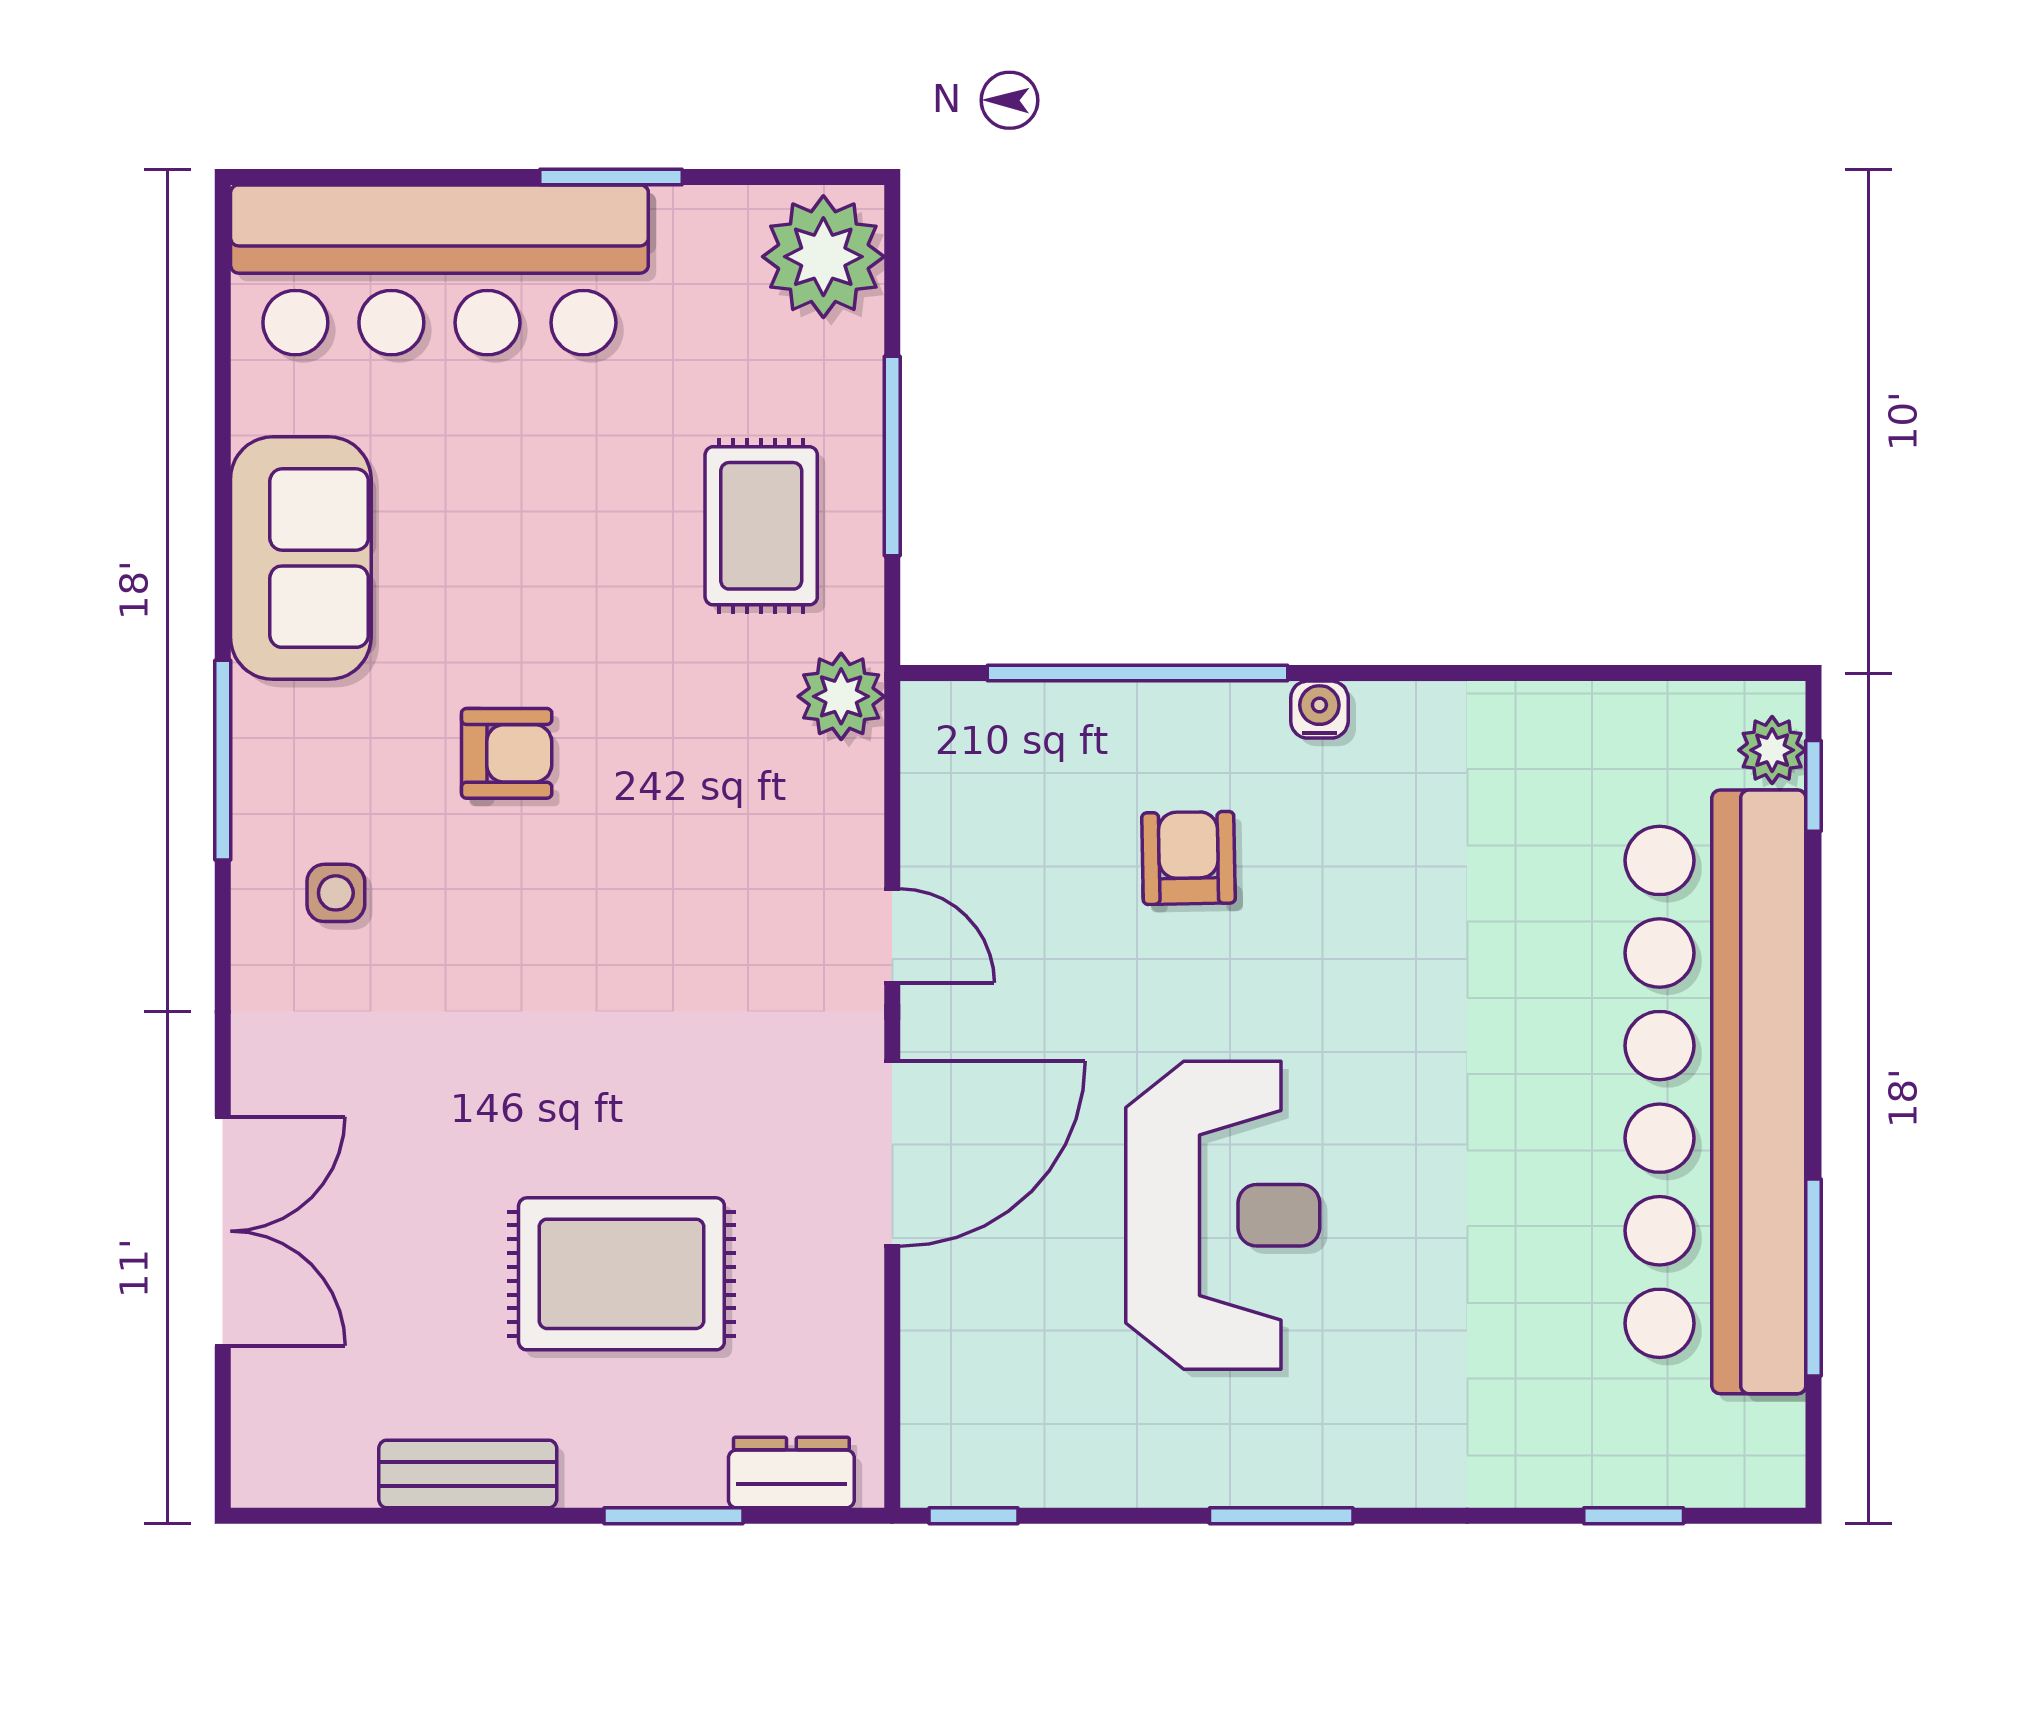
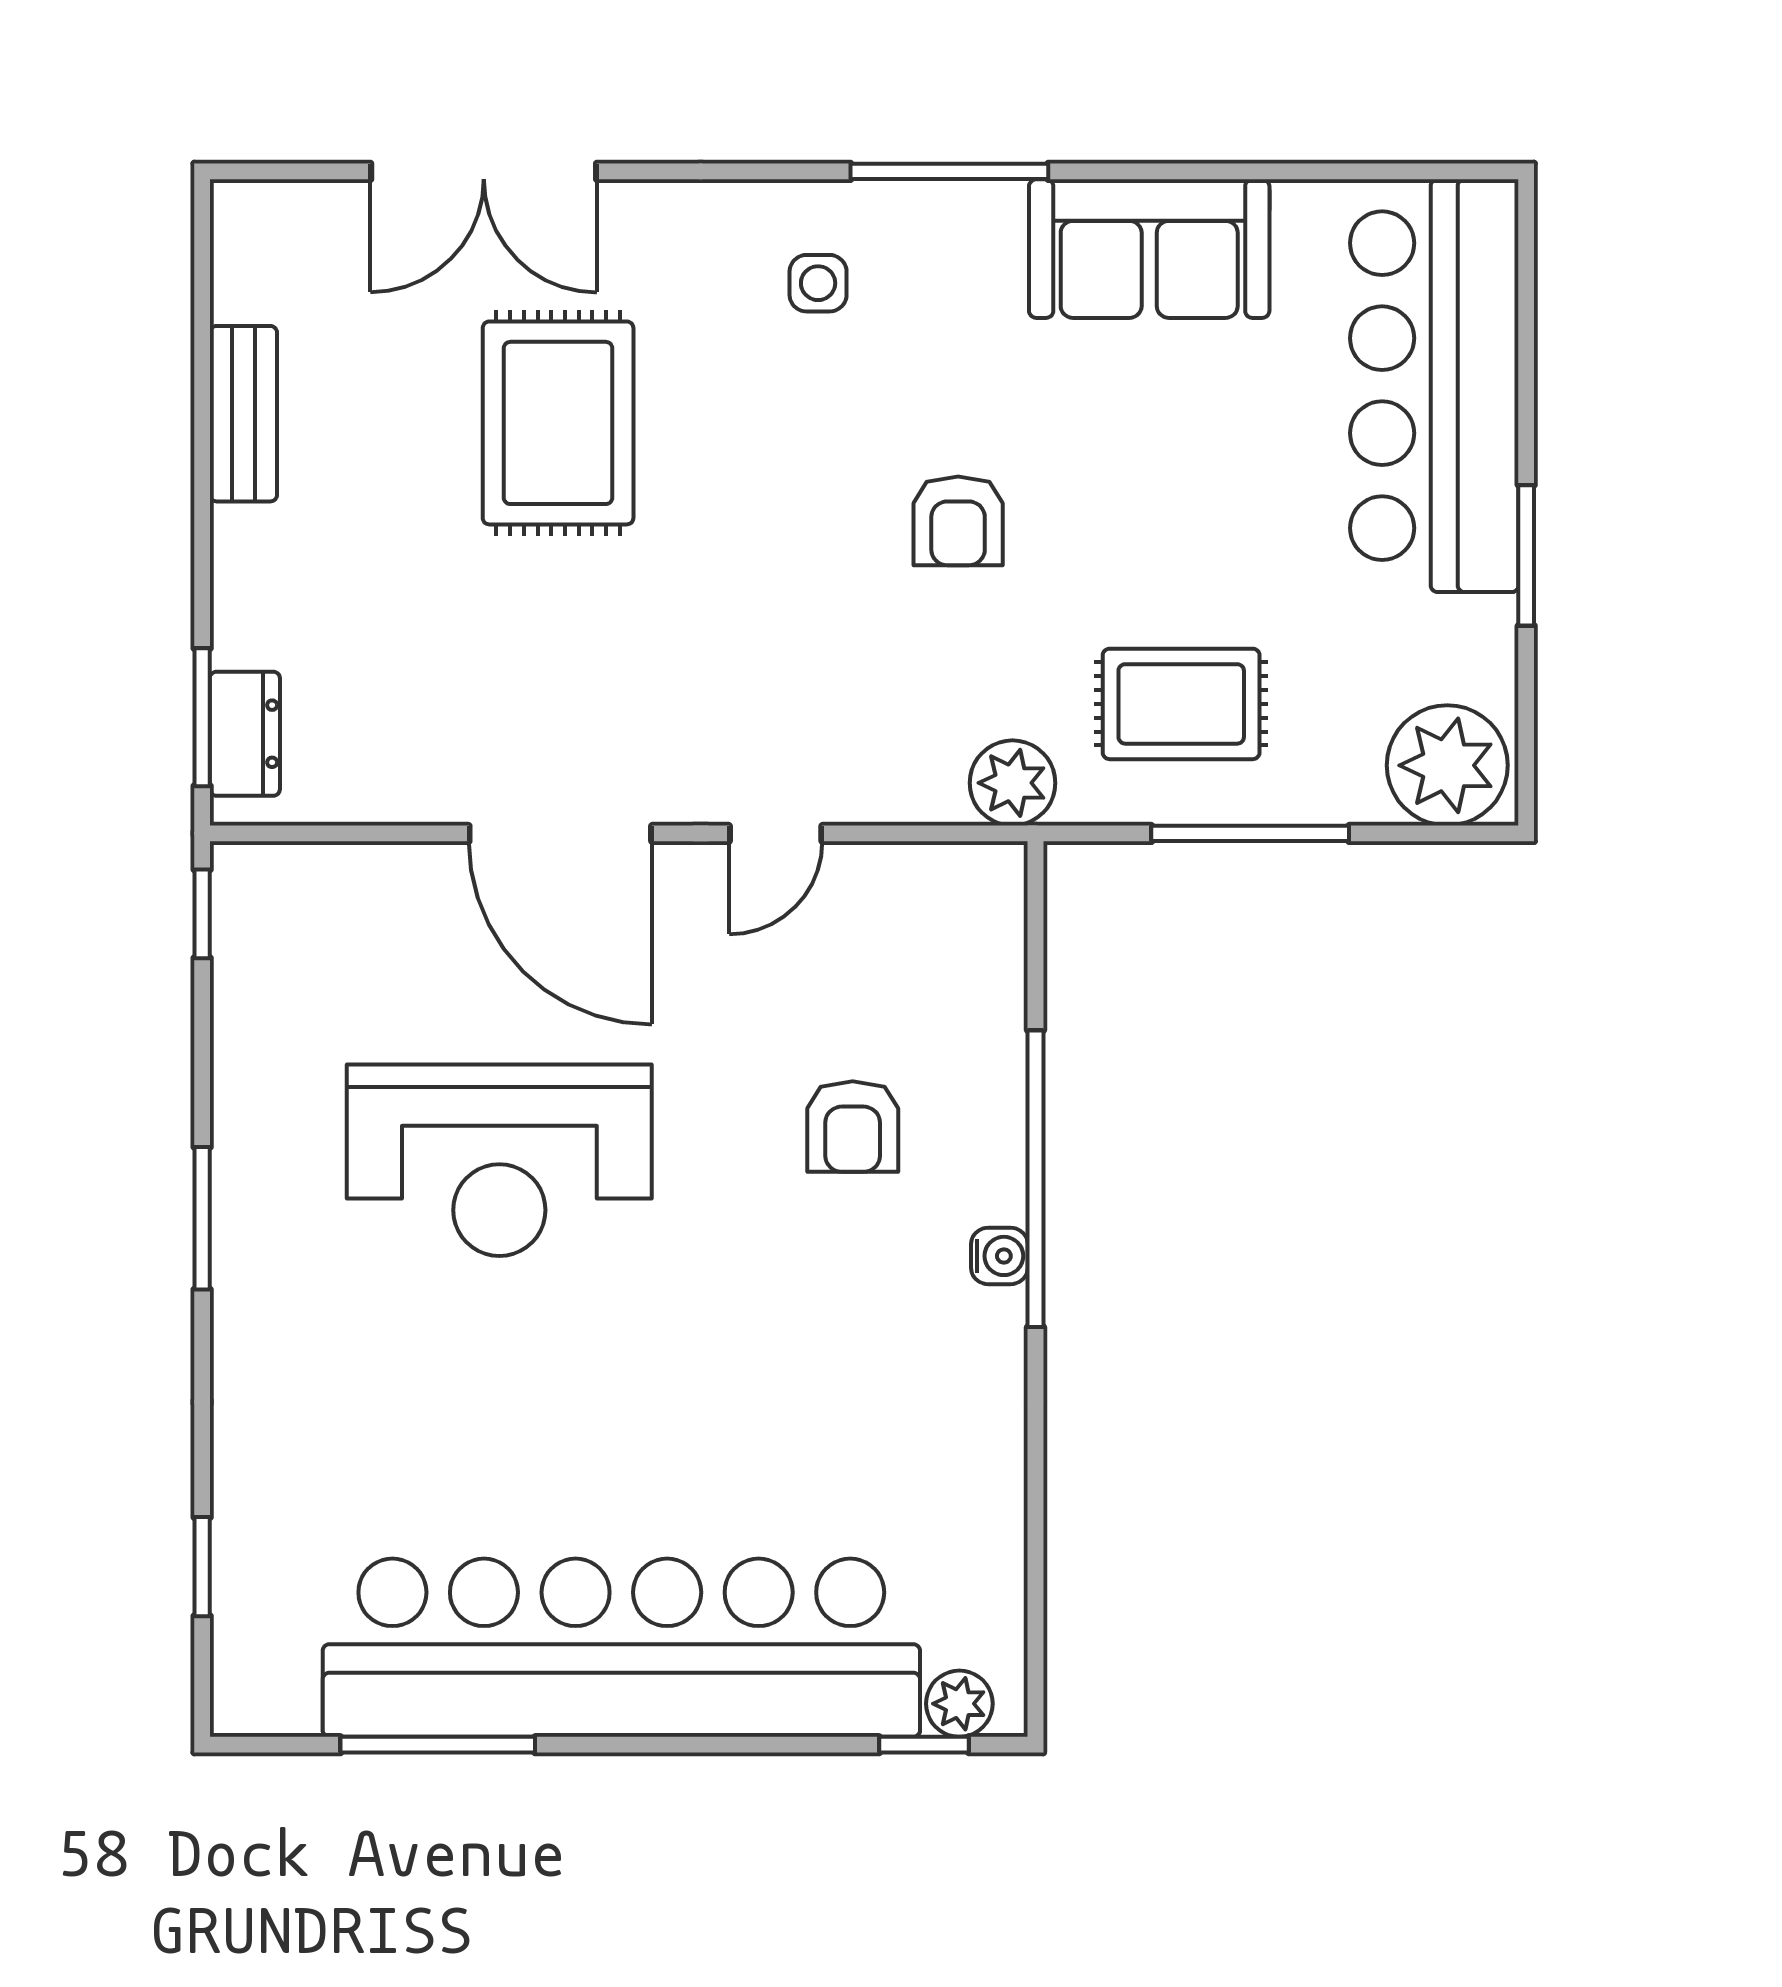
window: (1137, 673) -> (1035, 1179), moved
armchair: (507, 753) -> (958, 521), moved
armchair: (1188, 858) -> (853, 1126), turned 91
rug: (621, 1274) -> (558, 423), moved
window: (673, 1516) -> (202, 717), moved

